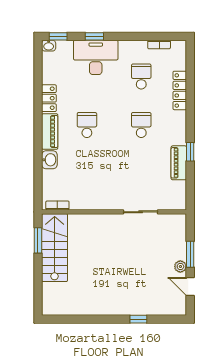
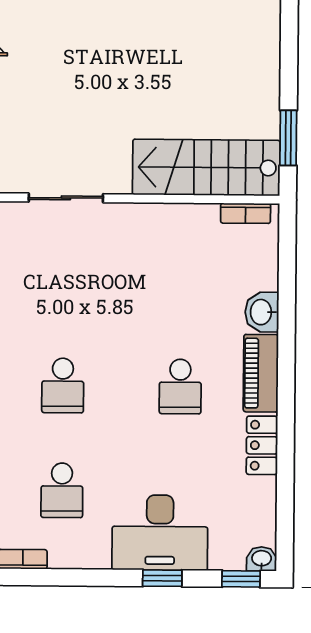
stairs: (55, 248) -> (206, 167), moved, turned 90

